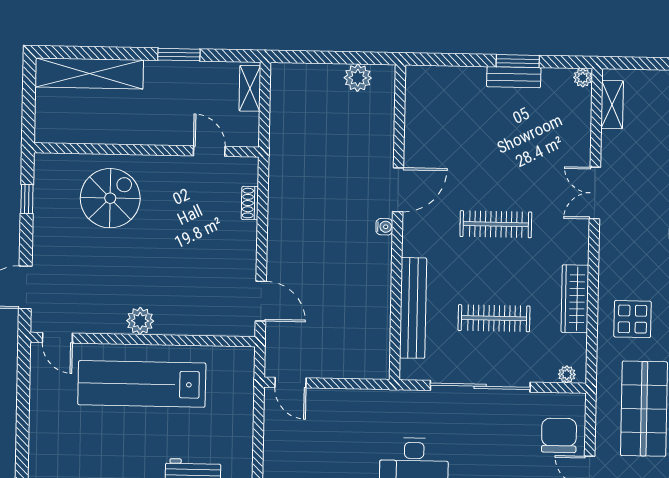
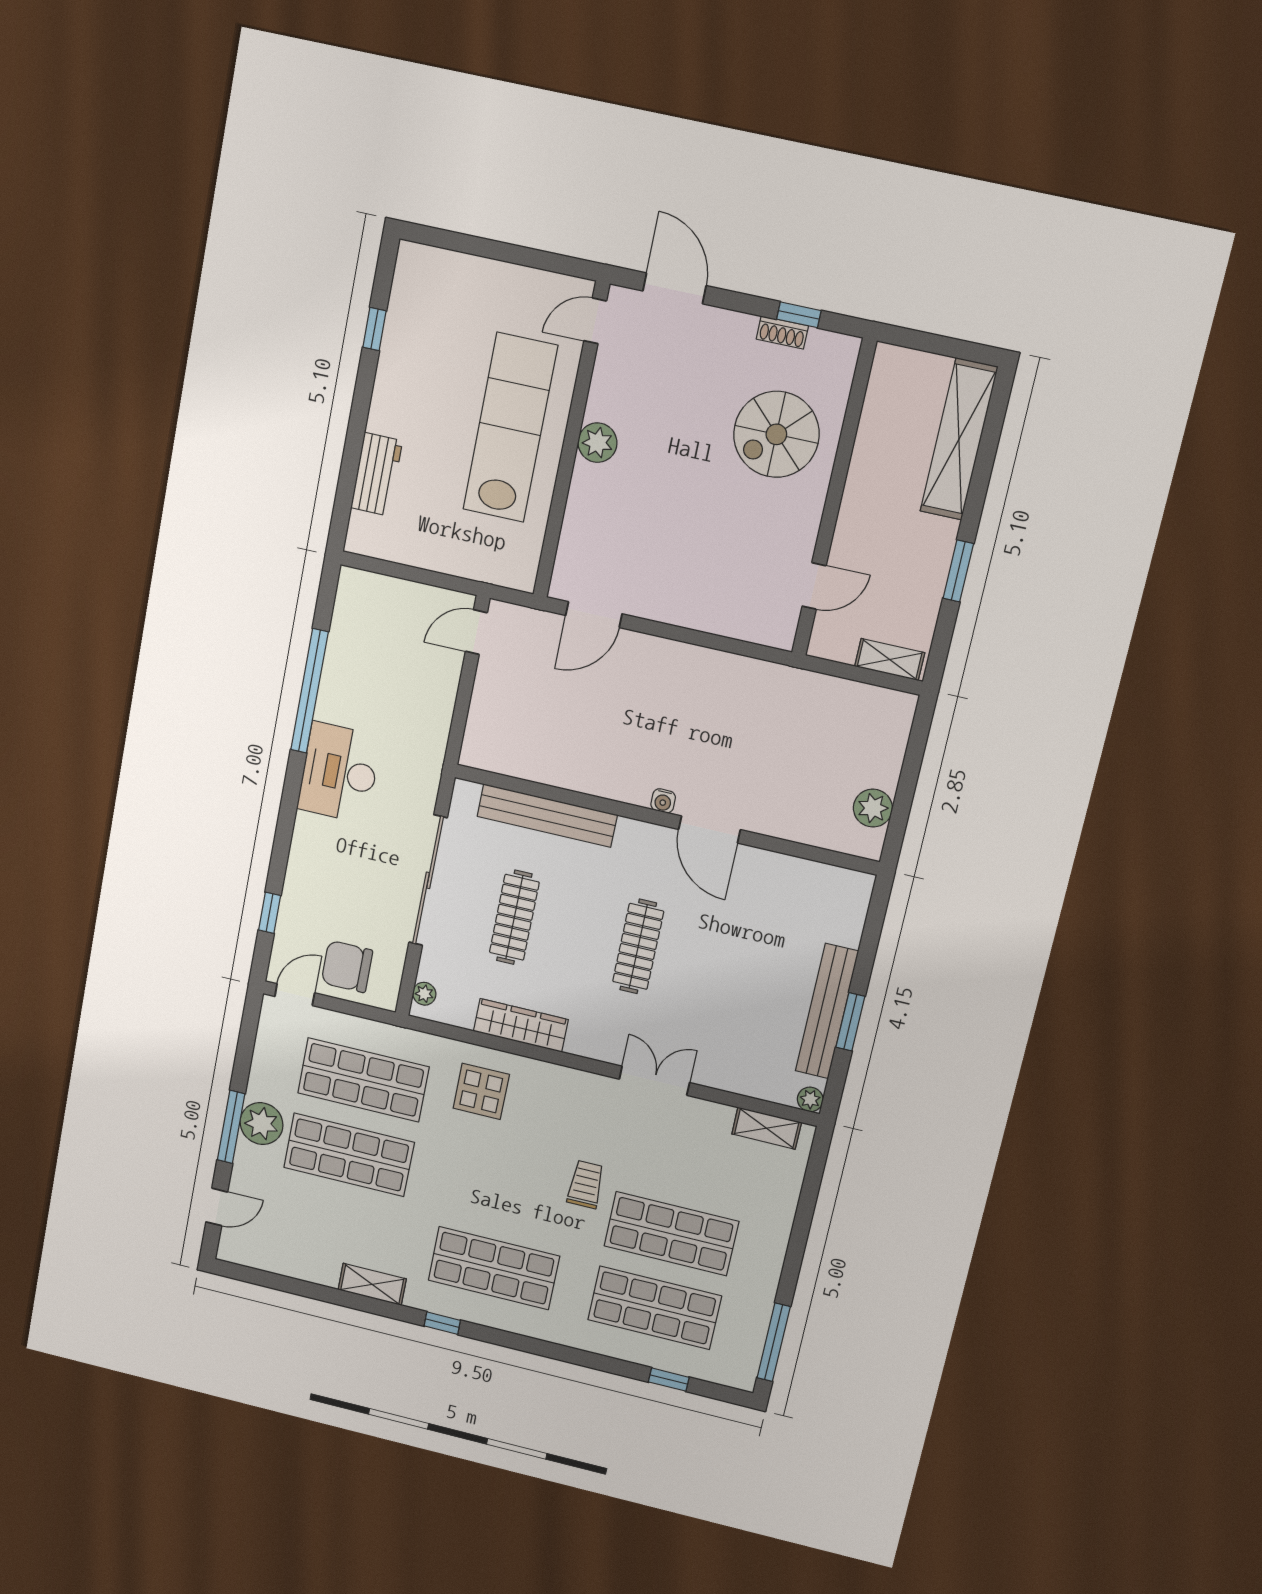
bench: (514, 77) -> (827, 1011), width x1.86, depth x1.21
spiral stairs: (110, 198) -> (776, 434), turned 90
shoe rack: (250, 203) -> (782, 332), moved, turned 180
chair: (559, 435) -> (347, 967), turned 180

